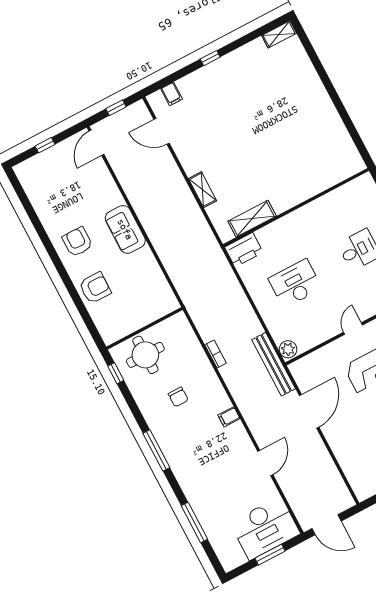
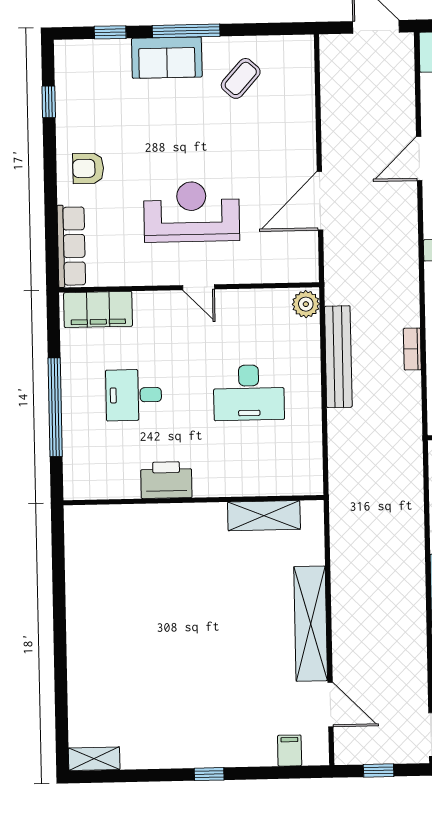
shelving: (202, 190) -> (311, 624), width x2.20, depth x1.33
printer: (244, 250) -> (166, 480), moved
door: (353, 329) -> (199, 287), hinge flipped
bench: (274, 364) -> (338, 357), moved

